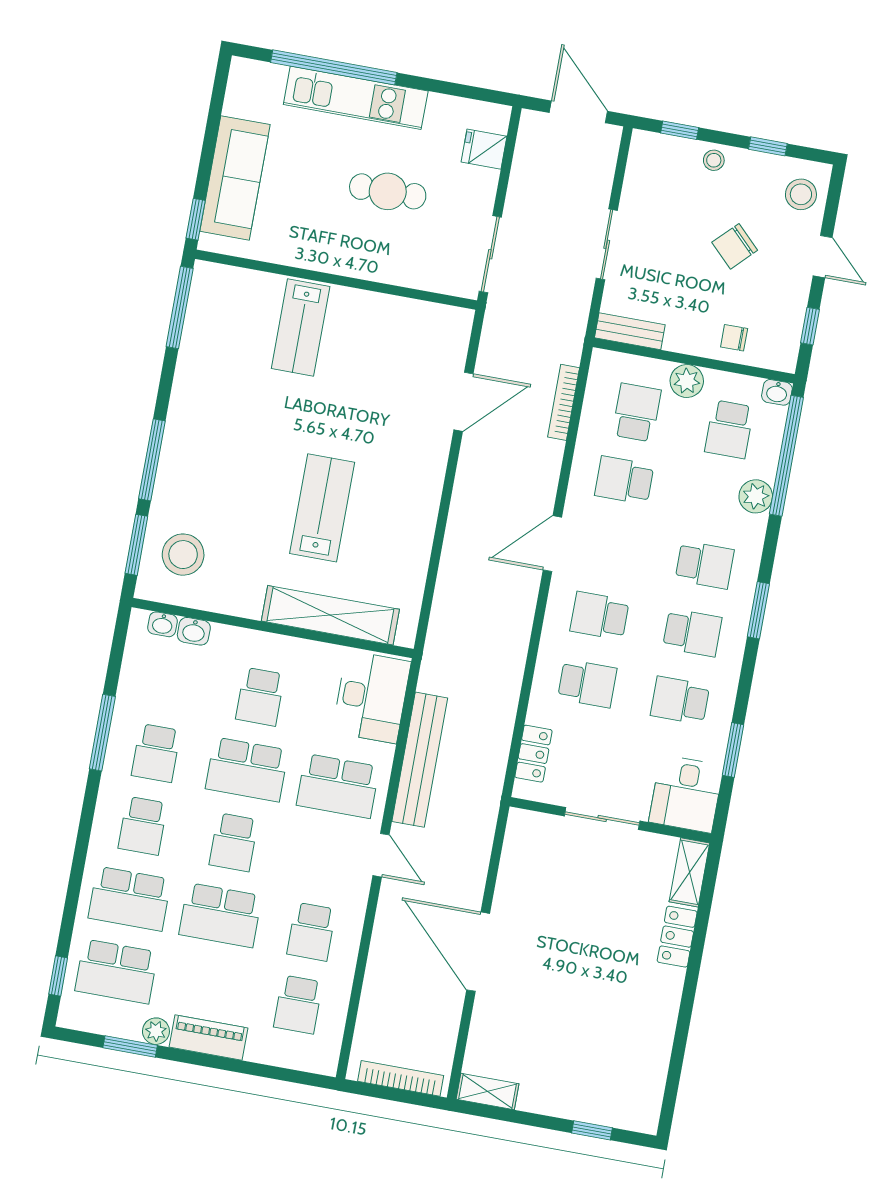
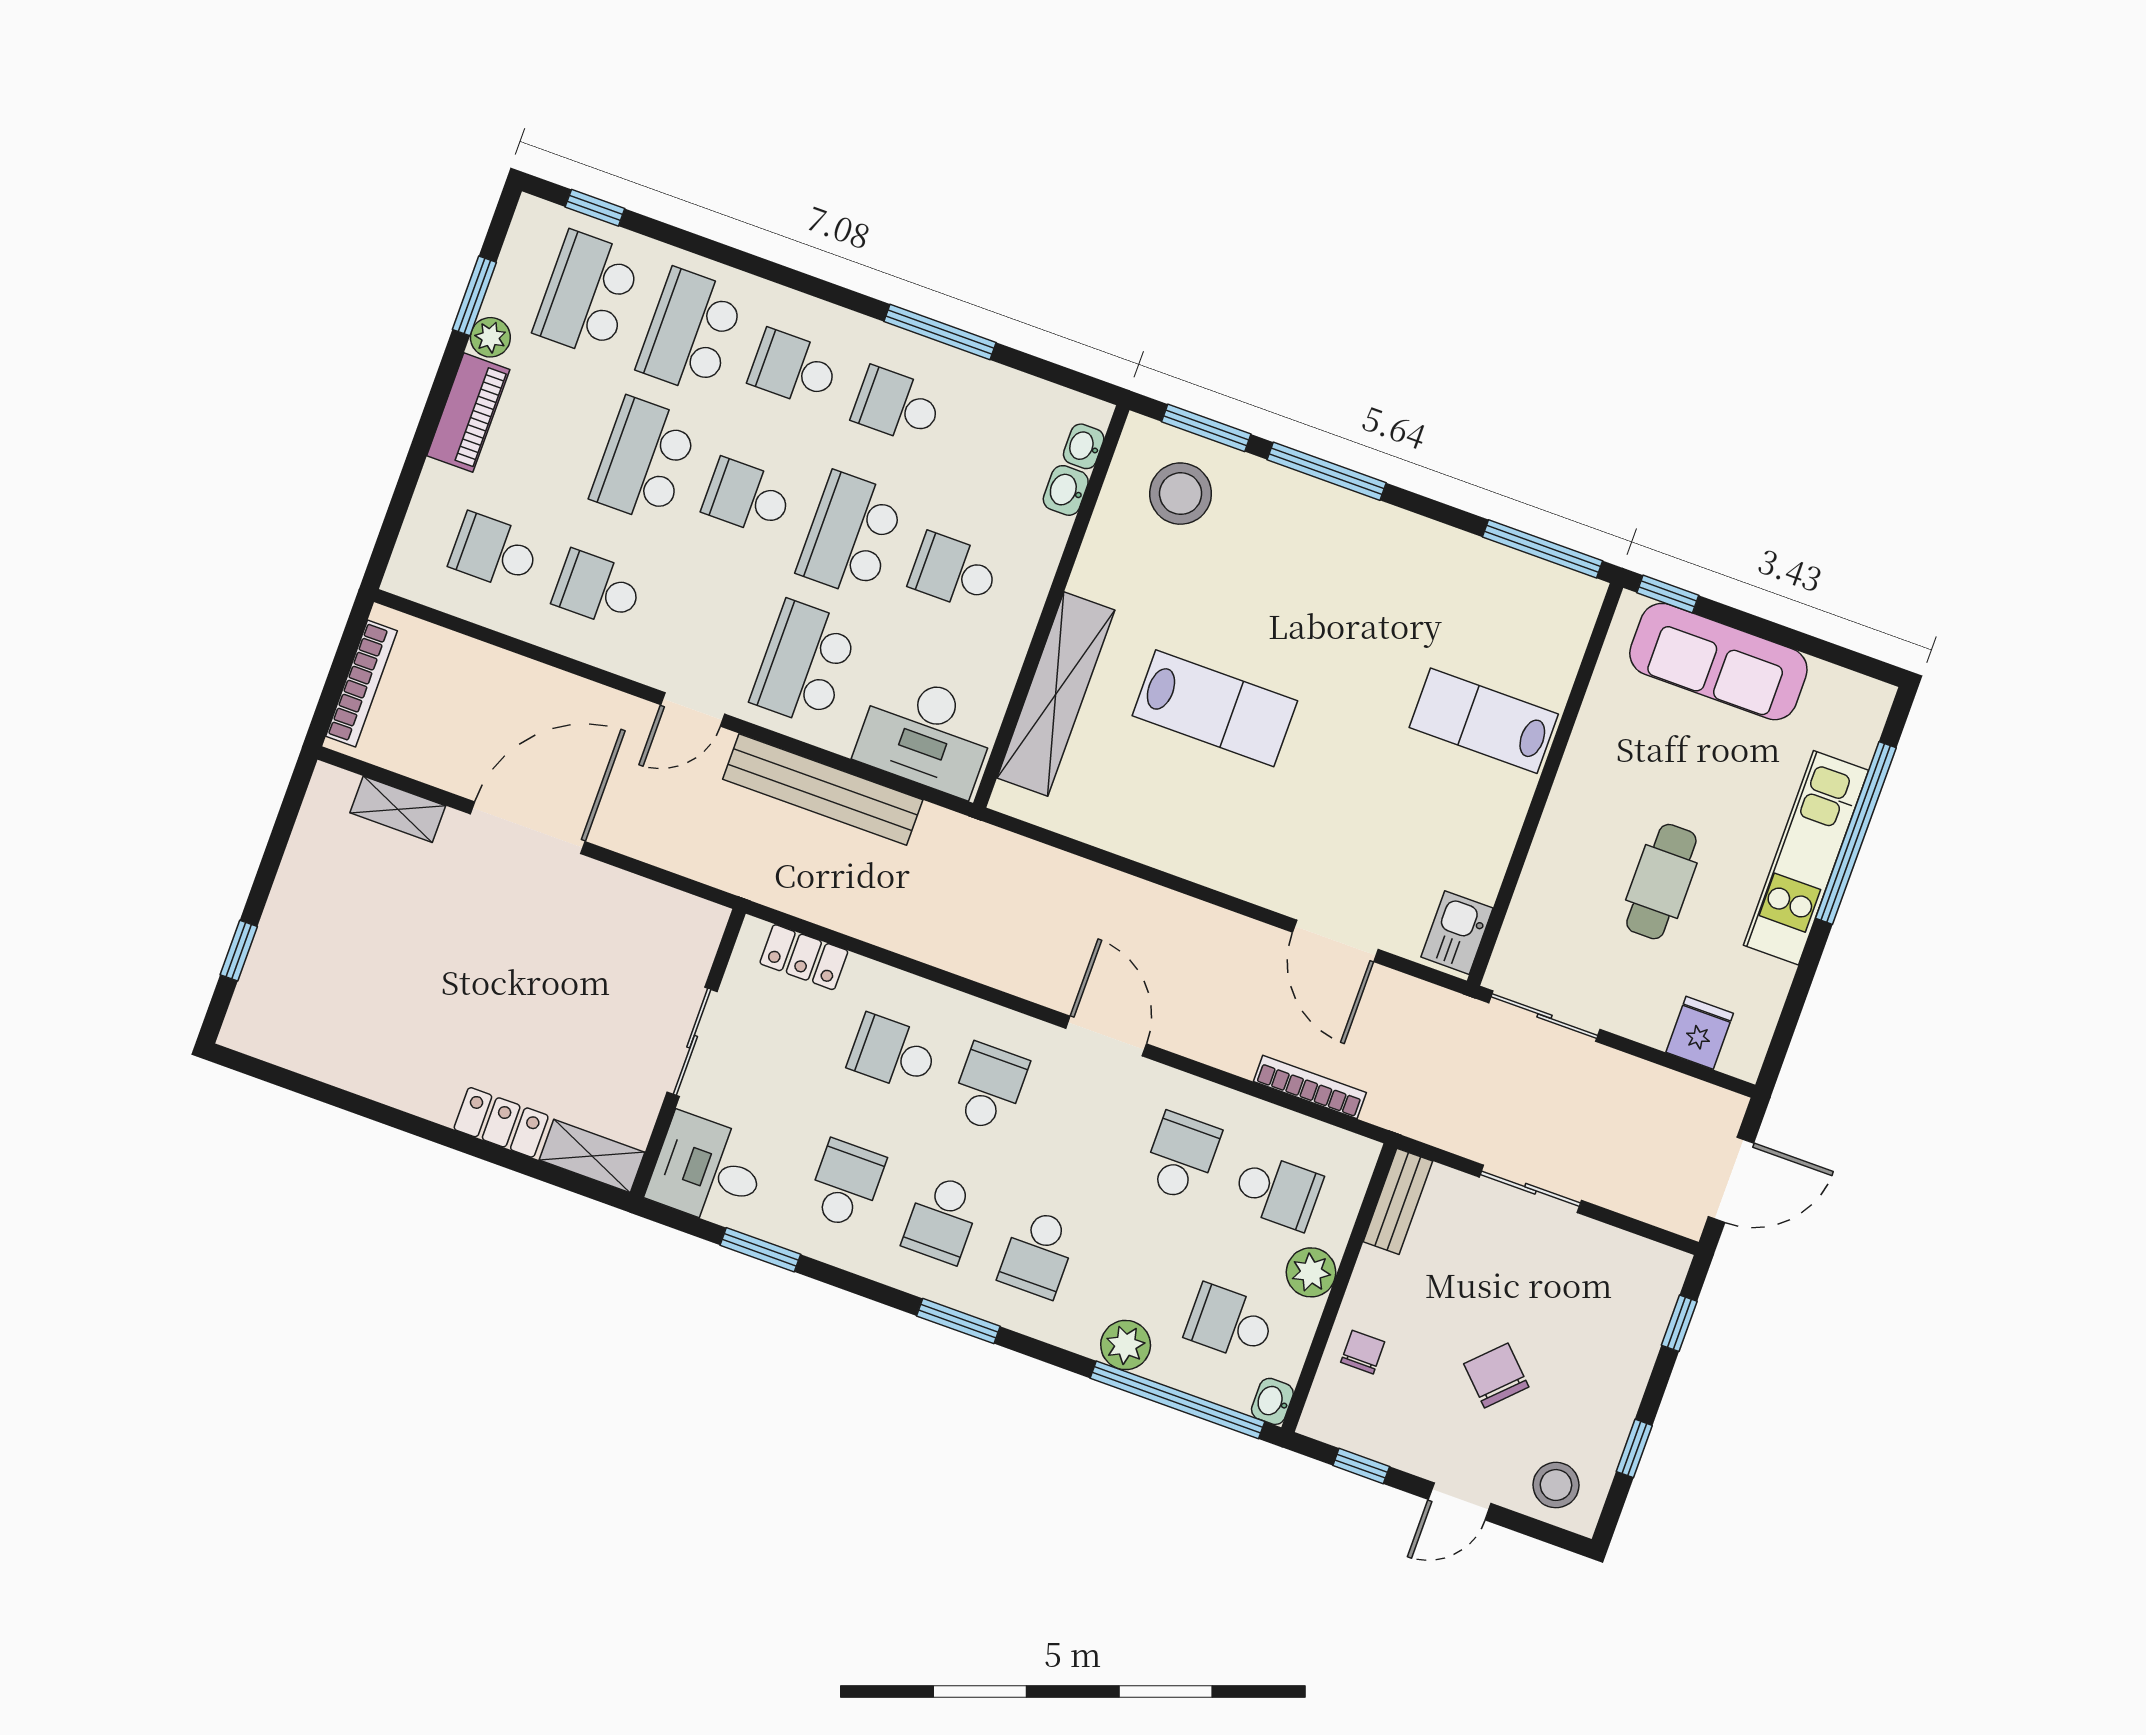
stool: (714, 160) -> (1627, 1366), removed
kitchen sink: (444, 322) -> (1457, 933), added
school desk: (587, 684) -> (893, 1053), turned 90
shelving: (487, 1092) -> (398, 809), moved, turned 90

